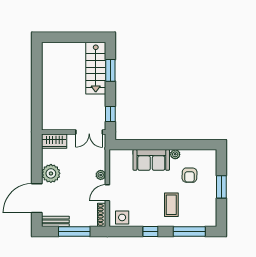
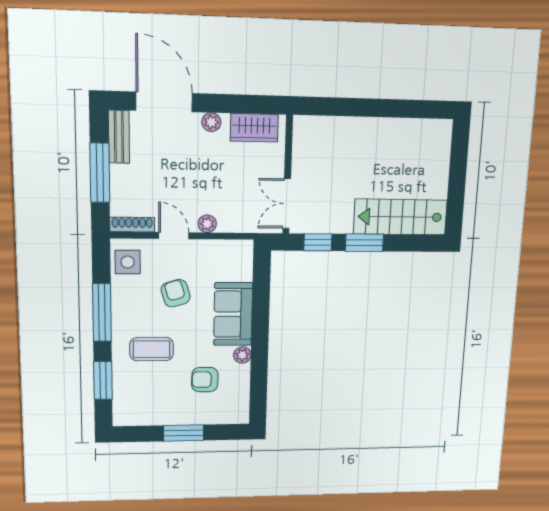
window: (110, 70) -> (364, 243), moved
wardrobe: (54, 141) -> (254, 128), moved, turned -90
plant: (51, 173) -> (211, 122), width x0.53, depth x0.53
armchair: (139, 192) -> (176, 293), added
window: (150, 231) -> (102, 313), width x2.17
window: (189, 231) -> (103, 380), width x0.69

